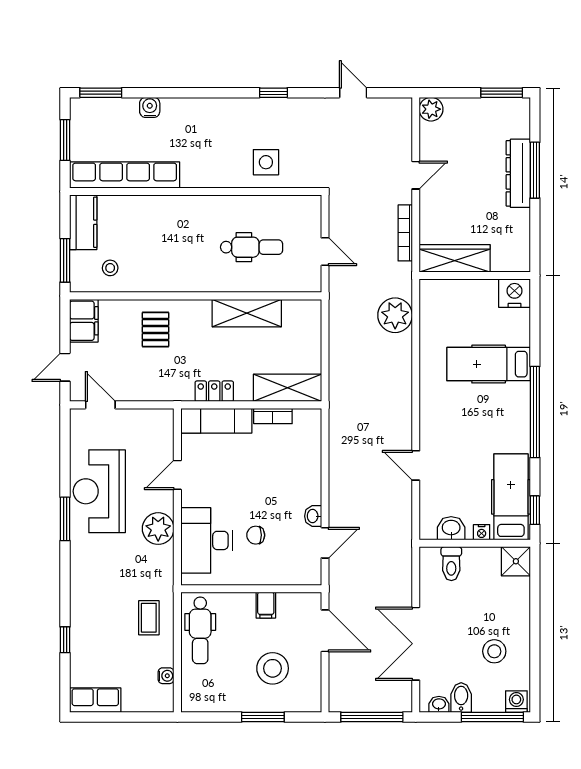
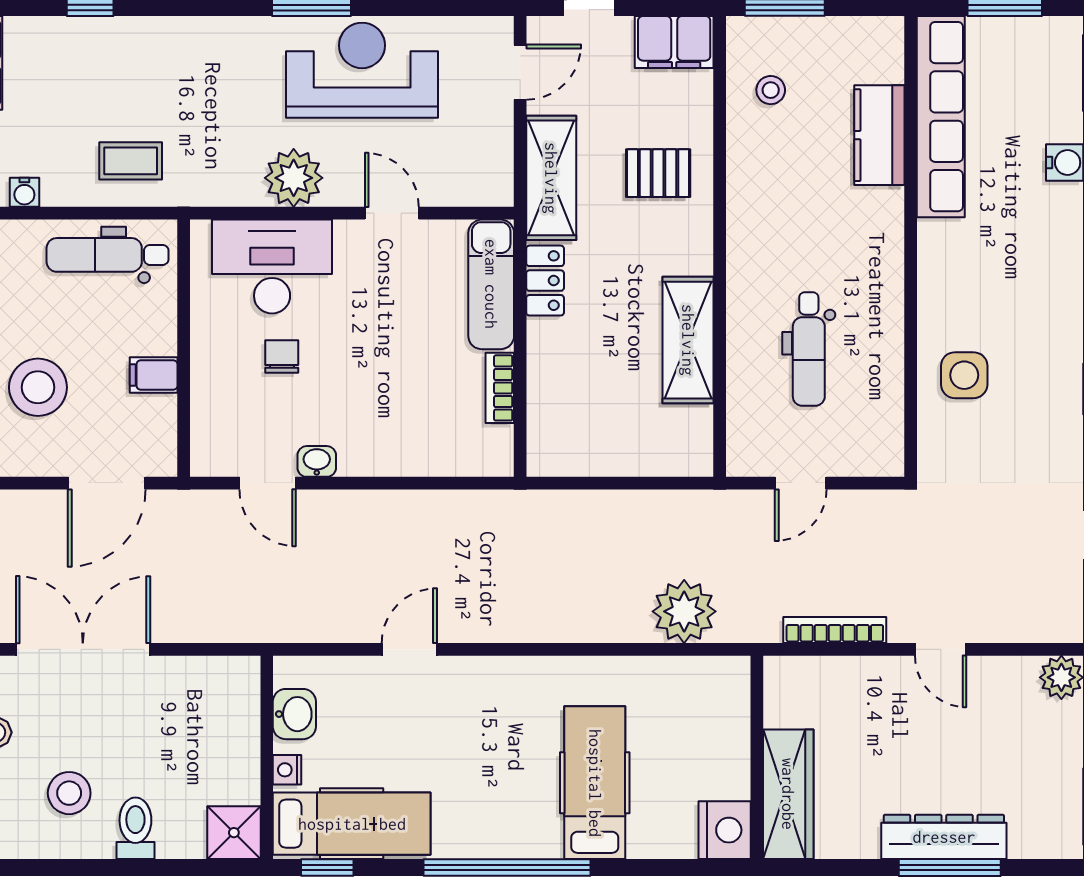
kitchen counter: (83, 222) -> (879, 135), moved, turned 90
wardrobe: (455, 258) -> (788, 794), moved
shelving: (288, 388) -> (551, 178), moved
toilet: (451, 564) -> (135, 828), moved, turned 90

